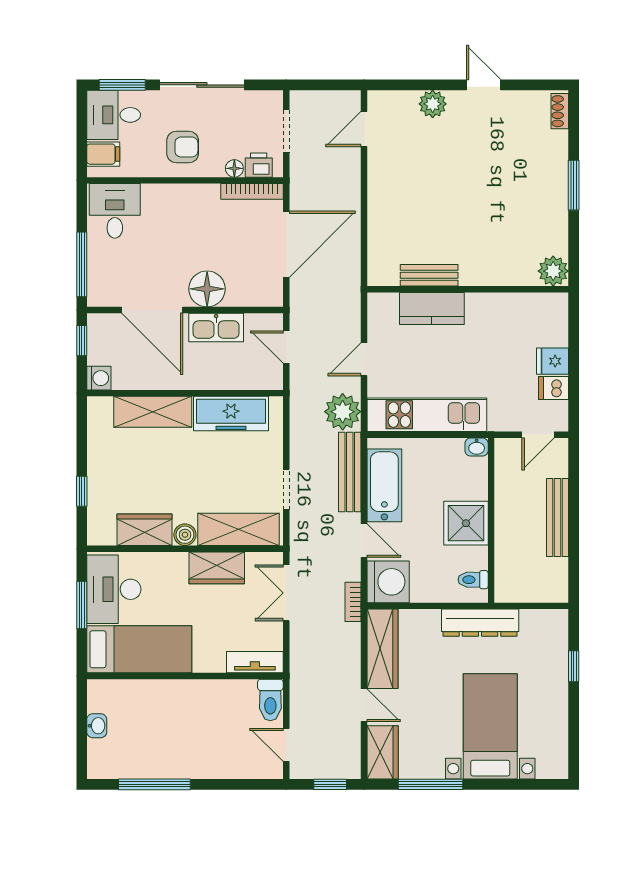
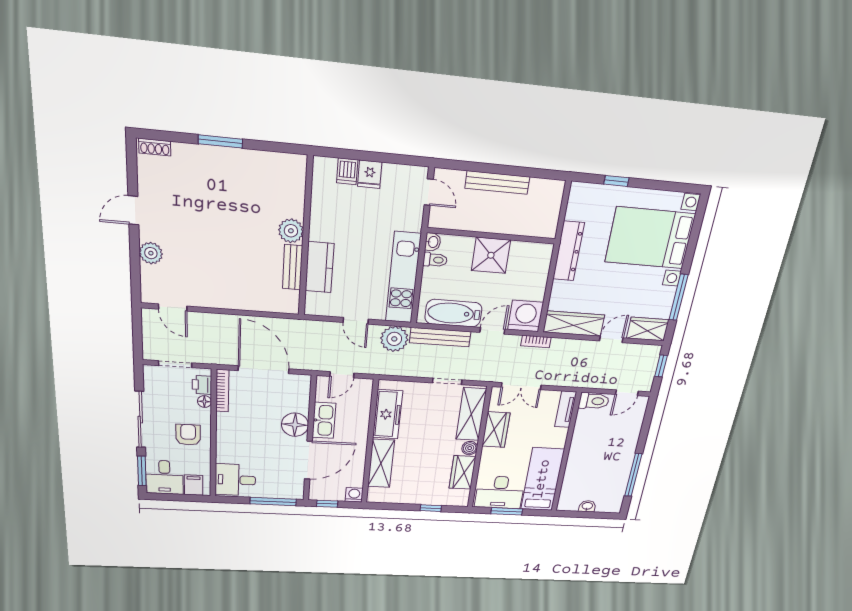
plant: (553, 271) -> (291, 231), moved
dishwasher: (554, 388) -> (347, 171), moved
toilet: (473, 580) -> (435, 260), moved, turned -90
bed with nightstands: (490, 726) -> (650, 238), width x1.36

